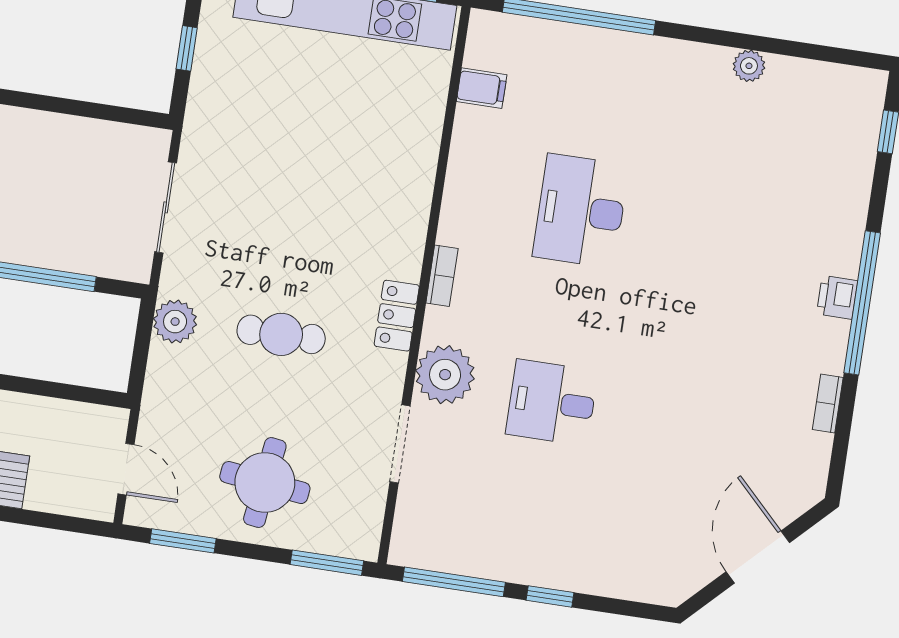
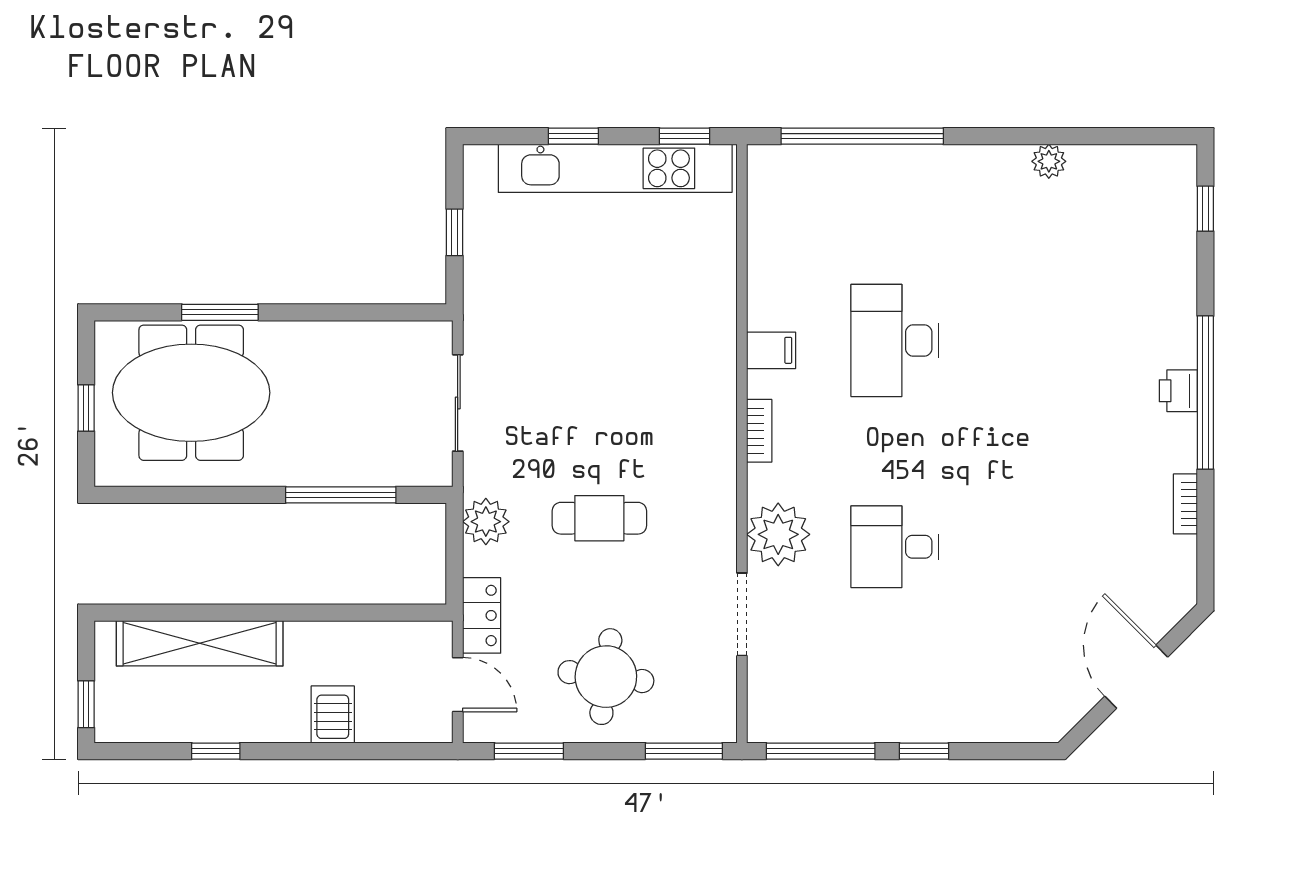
filing cabinet: (482, 88) -> (771, 350), moved
locker: (397, 316) -> (482, 615), moved, turned 180

